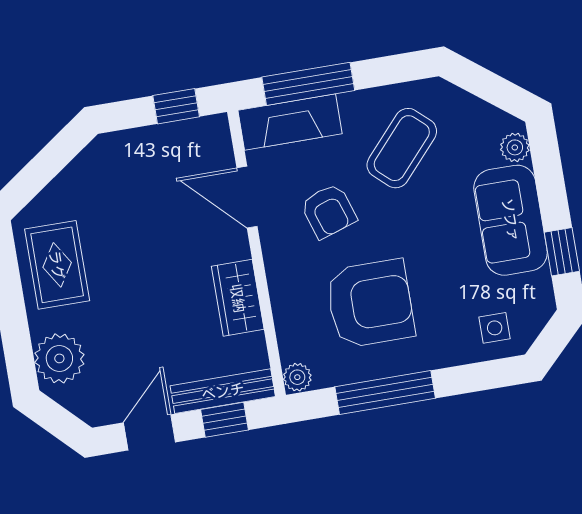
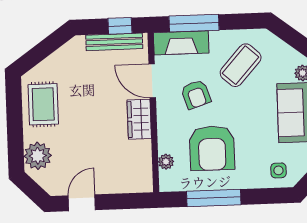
wardrobe: (238, 298) -> (139, 119), moved
armchair: (370, 304) -> (212, 148), turned 90
plant: (297, 377) -> (166, 162), moved
bench: (223, 391) -> (114, 42), moved
window: (225, 420) -> (124, 201), removed

